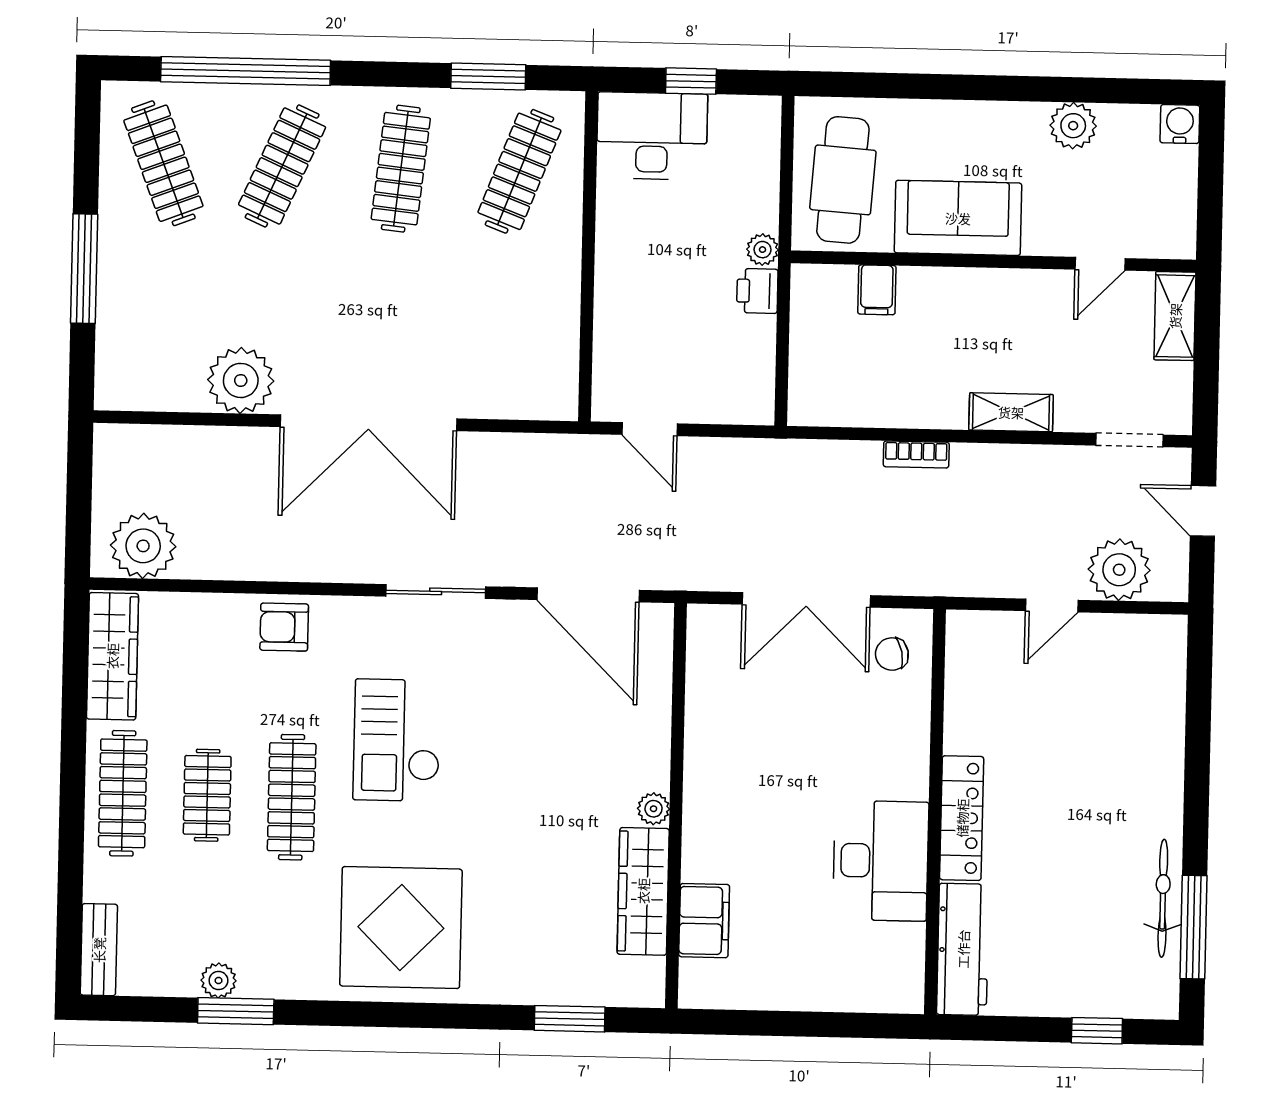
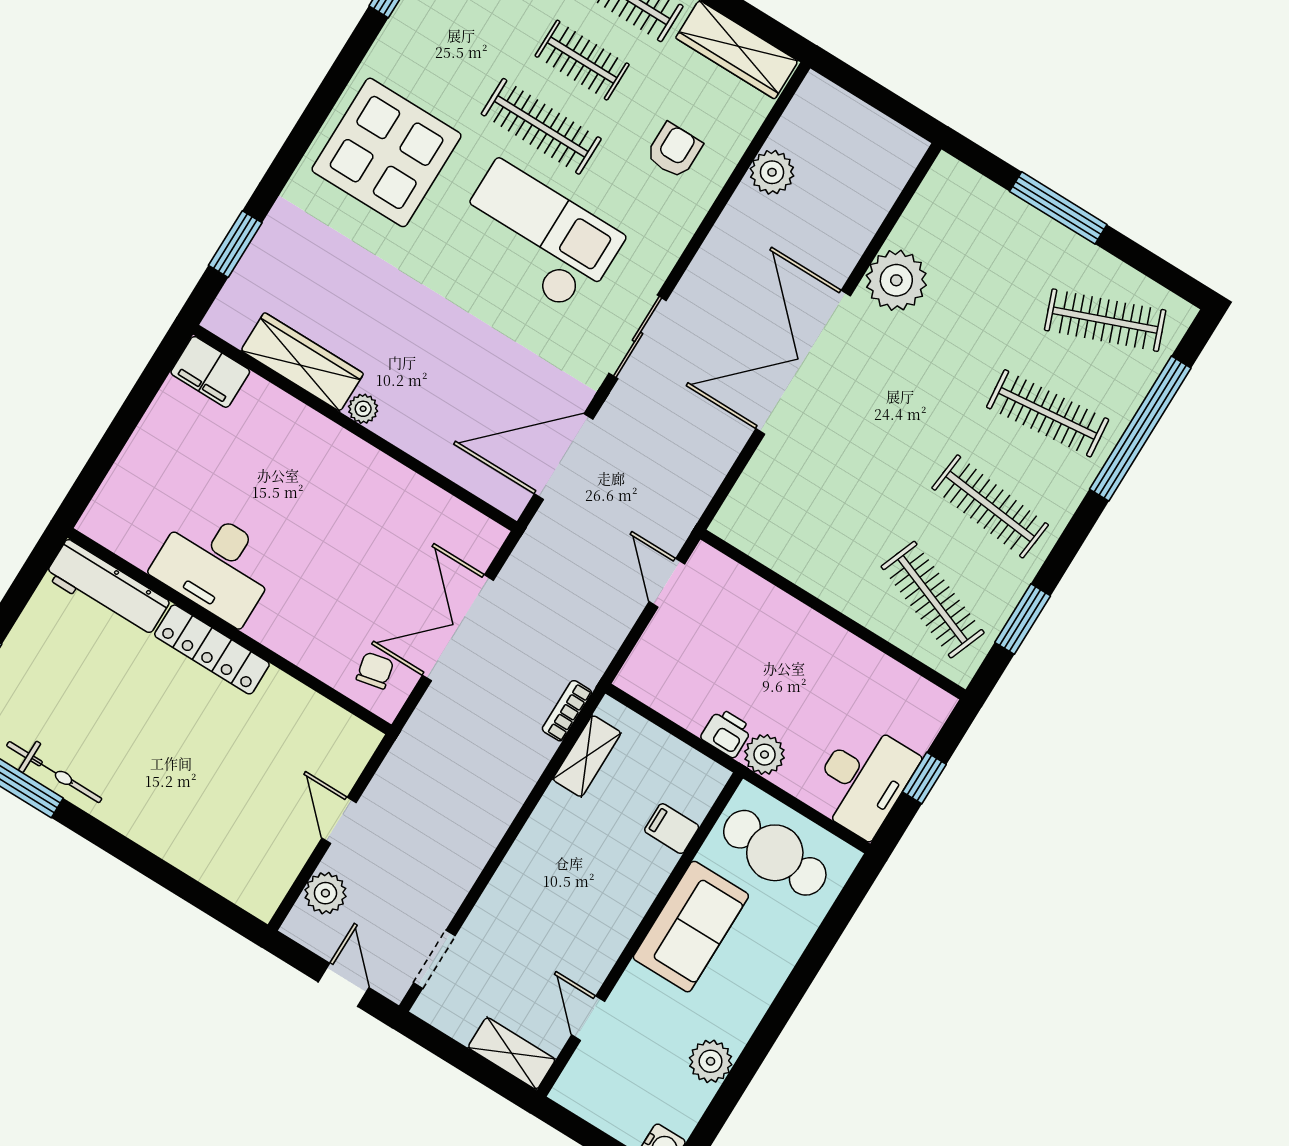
desk: (652, 136) -> (863, 780), moved
clothes rail: (282, 166) -> (1048, 413), turned -30
plant: (762, 250) -> (765, 755), width x1.38, depth x1.38
shelving: (1011, 412) -> (587, 756), moved
door: (650, 429) -> (667, 583), hinge flipped
bookcase: (916, 454) -> (567, 711), moved
door: (1203, 511) -> (344, 985), hinge flipped
plant: (143, 546) -> (772, 172), moved, width x0.73, depth x0.73
plant: (1119, 570) -> (325, 893), width x0.73, depth x0.73
armchair: (284, 627) -> (674, 150), moved
checkout: (397, 740) -> (537, 237), width x1.36, depth x1.21
filing cabinet: (704, 921) -> (210, 372), moved

